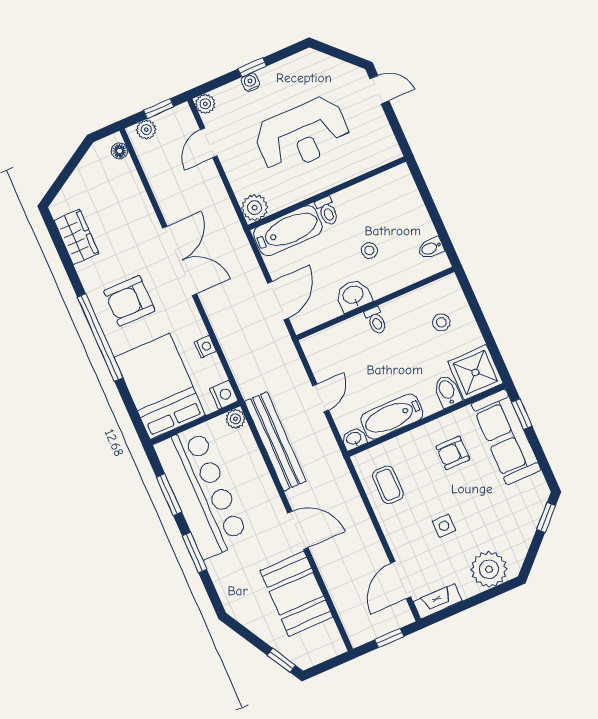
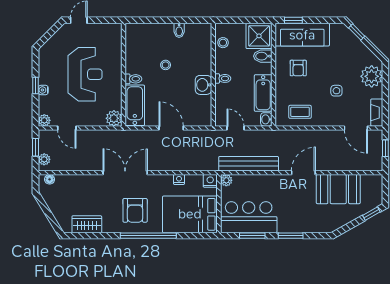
washbasin: (353, 295) -> (203, 85), moved
wall: (375, 303) -> (213, 75), moved
toilet: (376, 320) -> (223, 78), moved
bar counter: (201, 492) -> (249, 217), width x0.73

